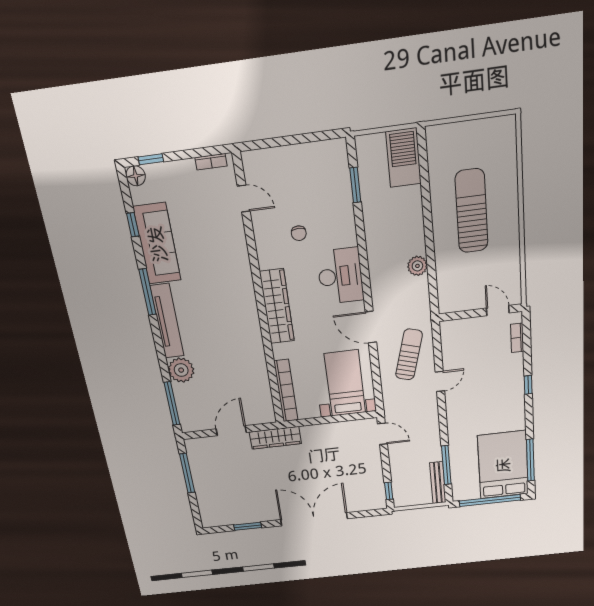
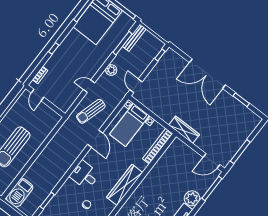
plant: (417, 266) -> (111, 70), moved
desk: (340, 276) -> (85, 175), width x0.73
door: (231, 431) -> (211, 161), moved

